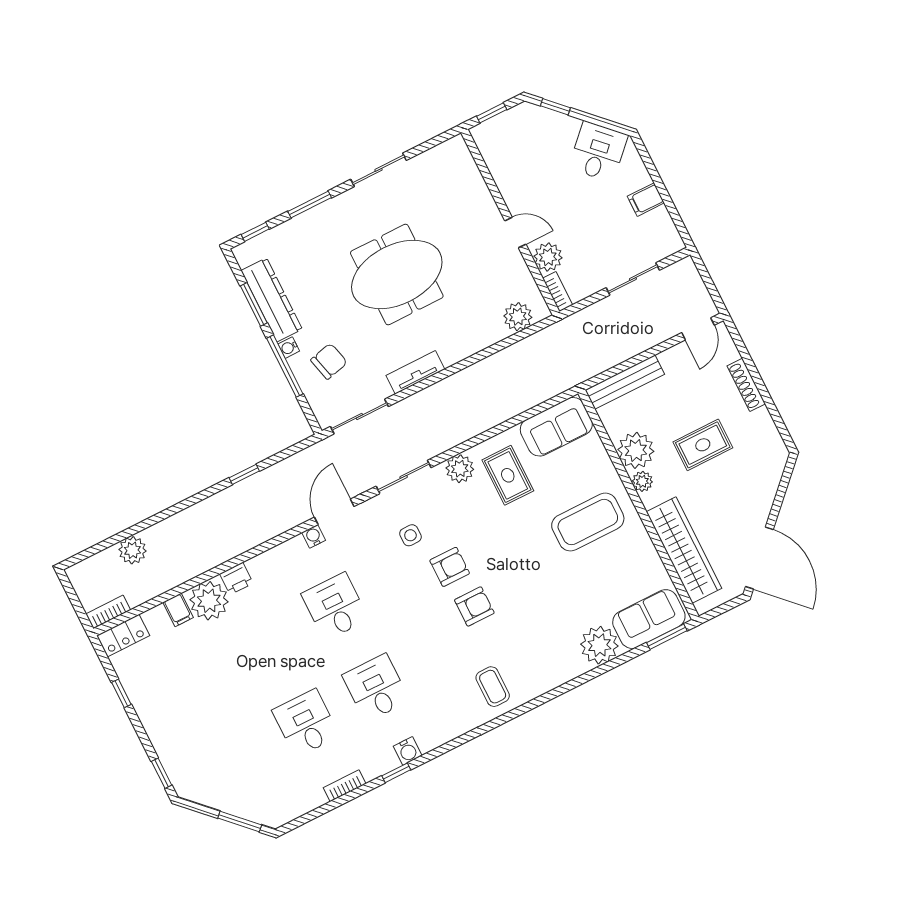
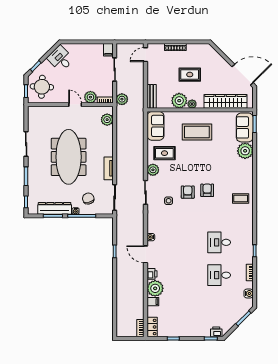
round table: (518, 142) -> (42, 87), added
filing cabinet: (646, 200) -> (108, 50), moved
door: (515, 232) -> (75, 105), hinge flipped
meeting table: (397, 274) -> (69, 157), width x1.36
door: (698, 329) -> (145, 55), swing flipped
bench: (625, 382) -> (152, 96), width x0.73
rug: (703, 445) -> (190, 75), turned 90
door: (334, 512) -> (145, 254), moved
coffee table: (588, 522) -> (197, 132), turned 90
plant: (132, 550) -> (122, 99), moved
desk: (335, 607) -> (181, 242), removed
water cooler: (408, 751) -> (249, 294), moved
printer: (182, 778) -> (216, 332), added

